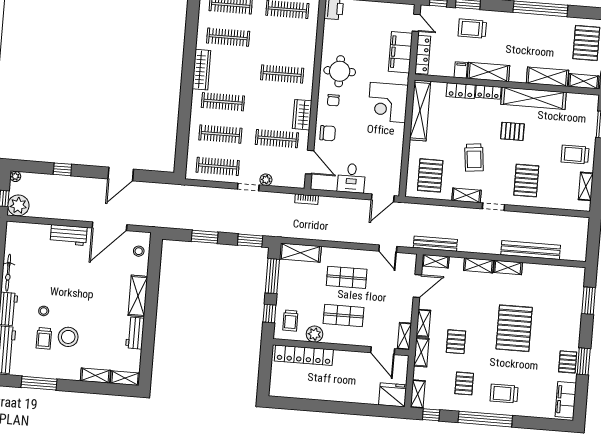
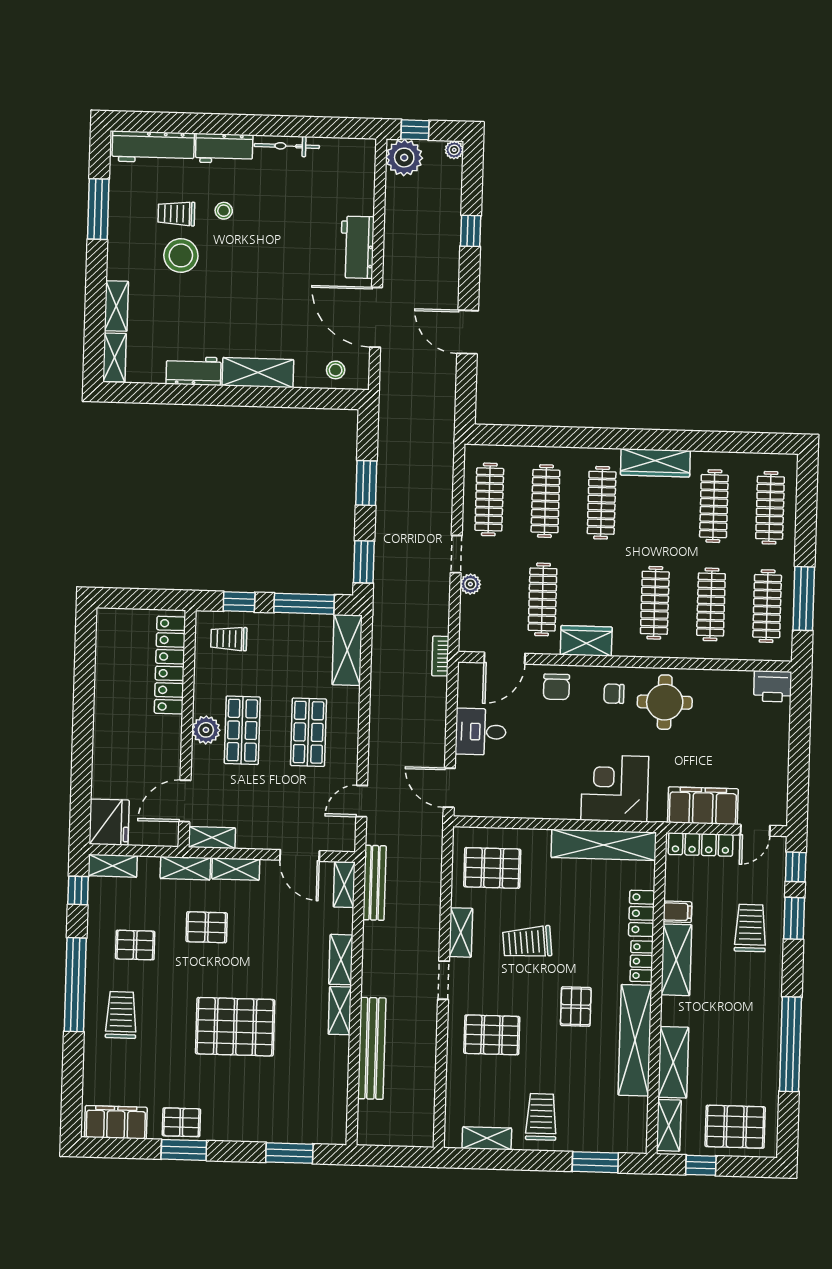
clothes rail: (285, 42) -> (711, 604), added
plant: (314, 334) -> (206, 730), moved

